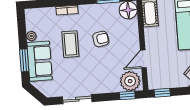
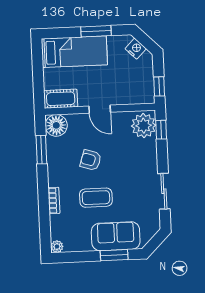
plant: (31, 36) -> (57, 247), moved
armchair: (101, 39) -> (91, 160), turned -62
door: (143, 59) -> (100, 109), moved

